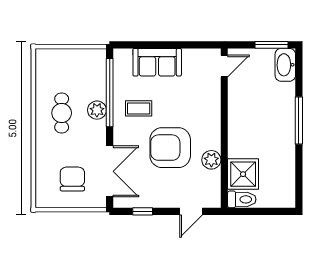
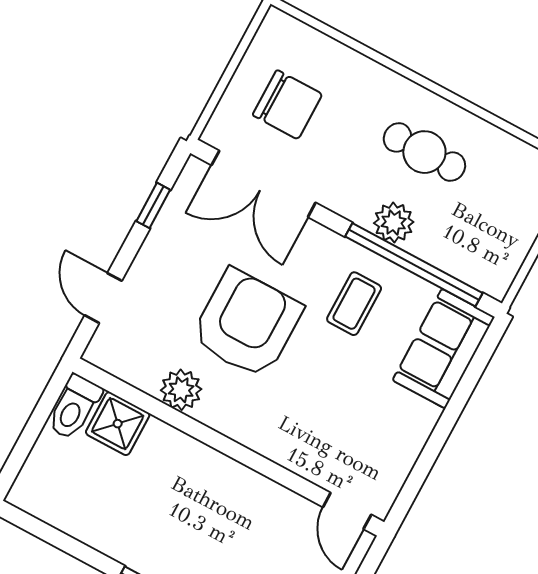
sofa: (157, 62) -> (444, 349), moved
shower: (243, 174) -> (118, 424), width x0.73, depth x0.73

